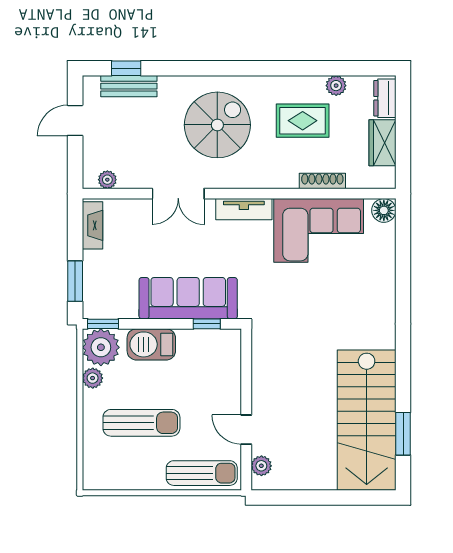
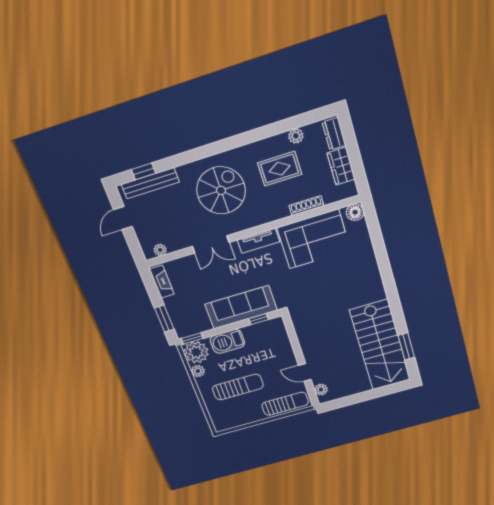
bench: (129, 86) -> (150, 183), width x1.36

